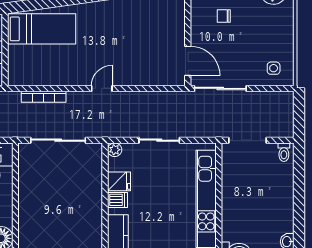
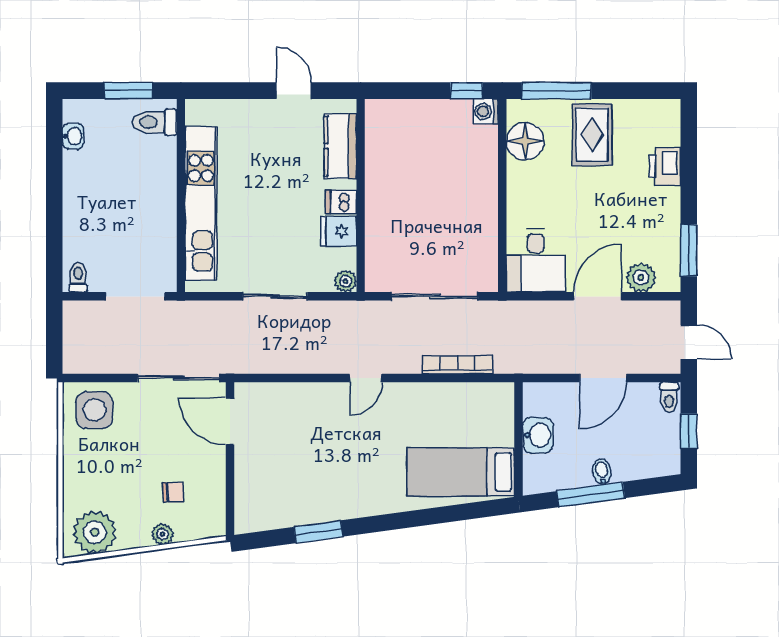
side table: (274, 68) -> (94, 410), width x1.87, depth x1.87

